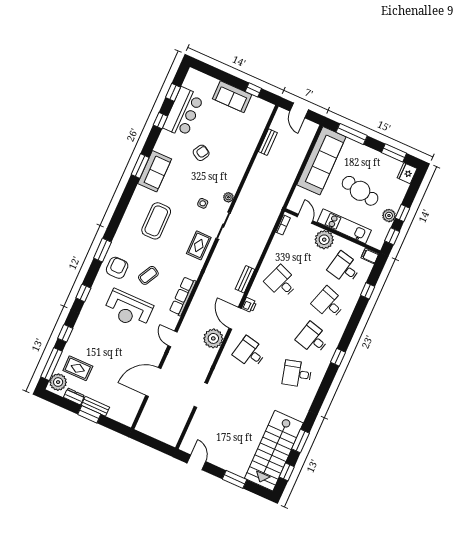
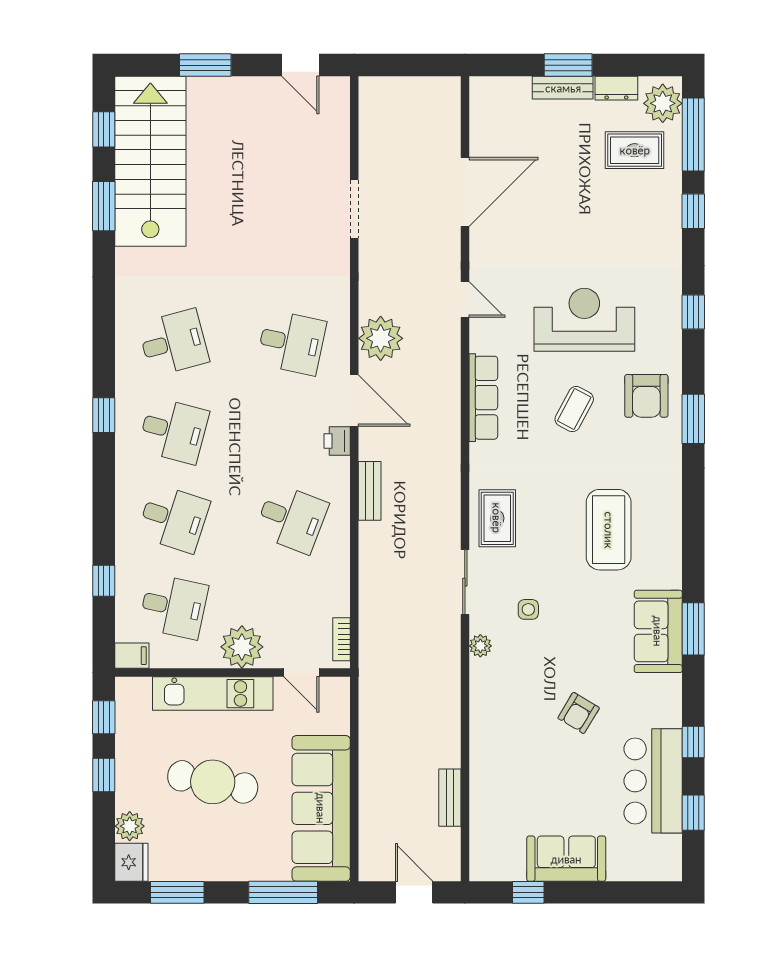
plant: (389, 216) -> (130, 826), moved

